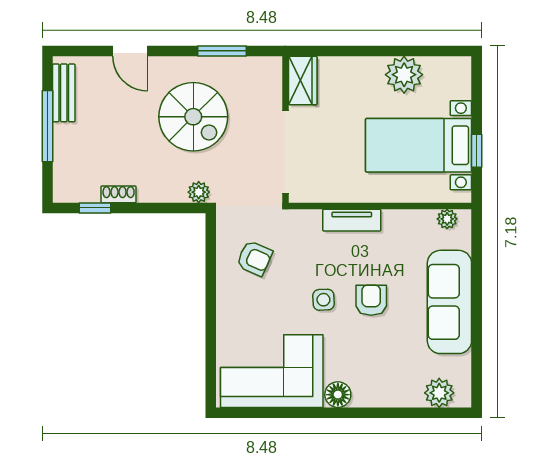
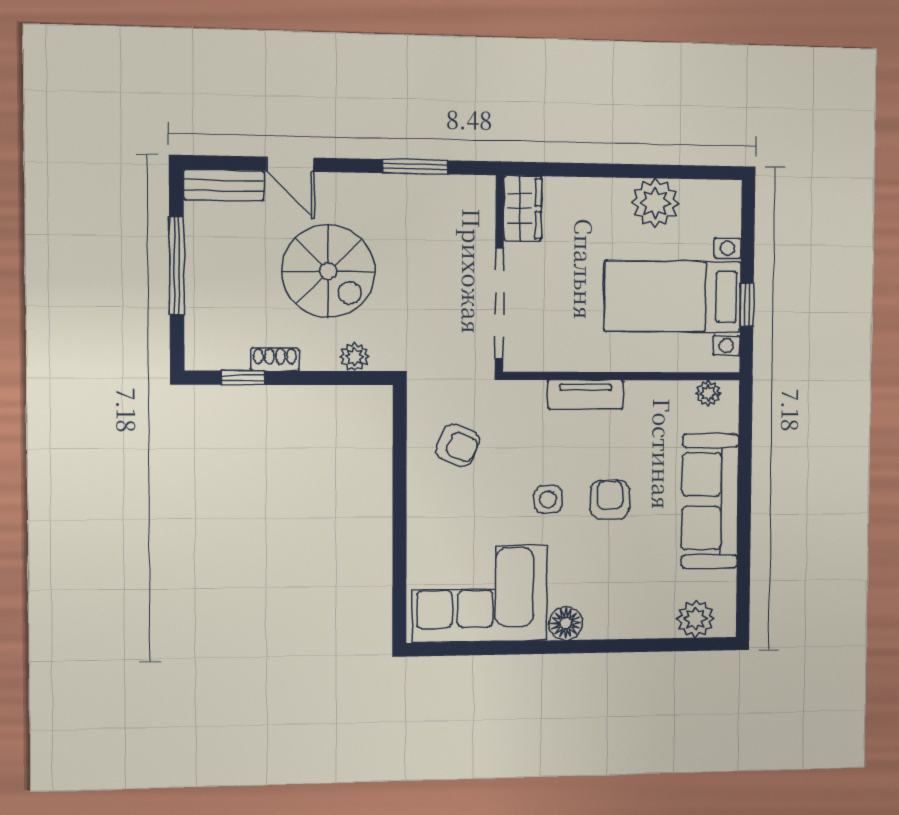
bench: (64, 93) -> (224, 185), moved, turned 90
spiral stairs: (193, 117) -> (328, 271), moved
plant: (199, 192) -> (355, 357), moved

